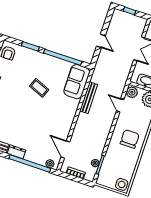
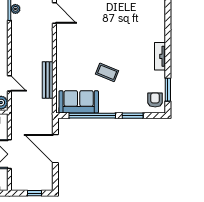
door: (101, 41) -> (55, 149), width x1.87
sofa: (77, 82) -> (79, 102), moved, turned -90

